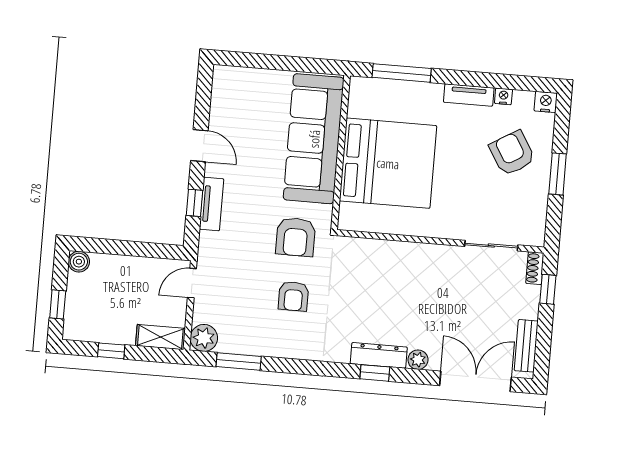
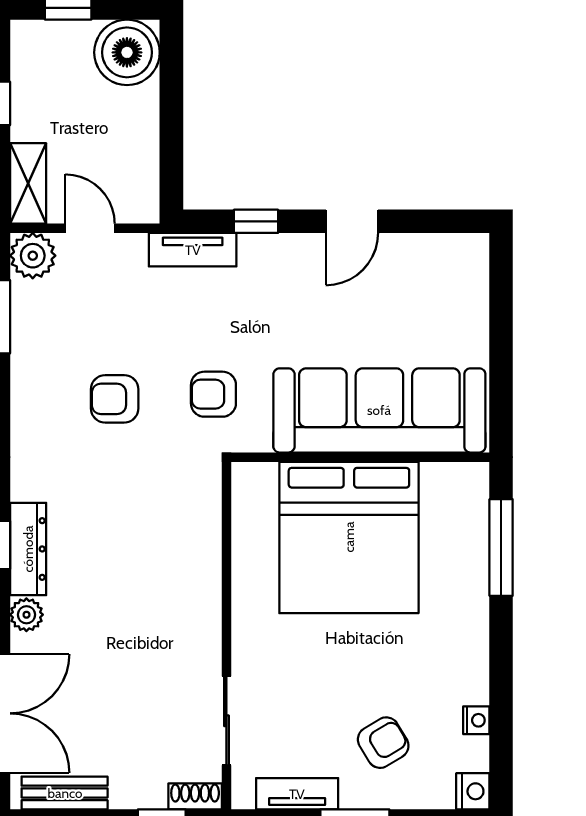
tv unit: (469, 95) -> (297, 794), moved, turned 90
armchair: (512, 153) -> (383, 743), width x0.72, depth x0.72
tv unit: (211, 204) -> (193, 250), moved
armchair: (296, 237) -> (213, 394), width x0.72, depth x0.72
boiler: (79, 262) -> (127, 52), width x1.86, depth x1.86
door: (192, 283) -> (90, 228), moved

